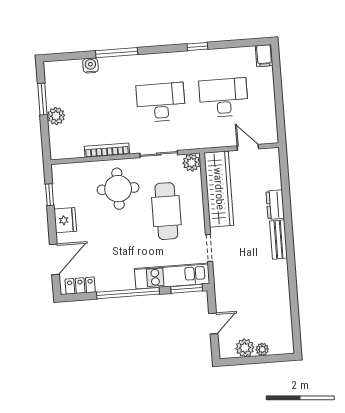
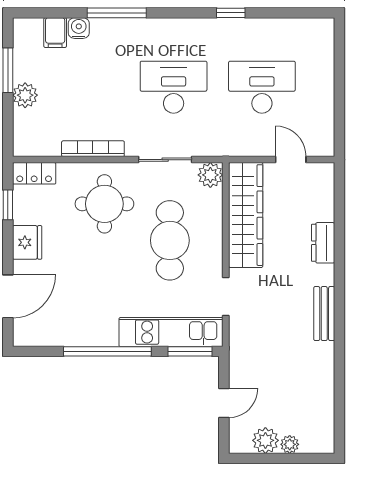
filing cabinet: (264, 56) -> (55, 33), moved
bench: (279, 240) -> (324, 314), moved
locker: (80, 286) -> (34, 173), moved, turned 180

